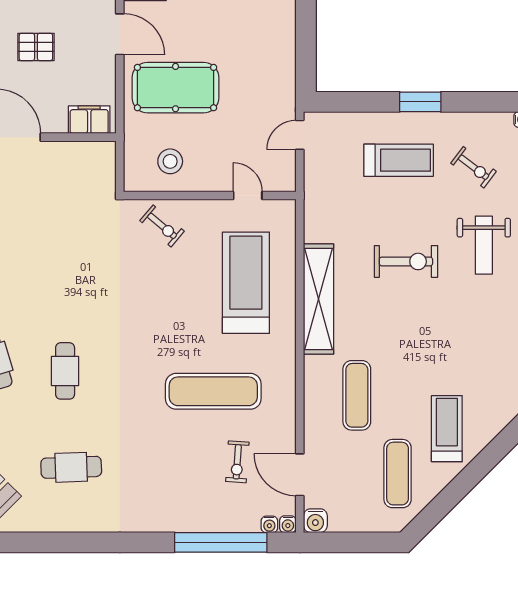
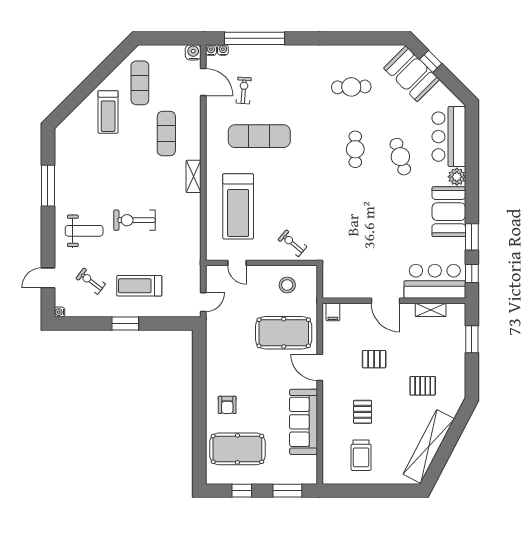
filing cabinet: (89, 120) -> (333, 312), width x0.50
weight bench: (484, 245) -> (84, 231), turned 90
shelving: (319, 299) -> (194, 176), width x0.45, depth x0.75

